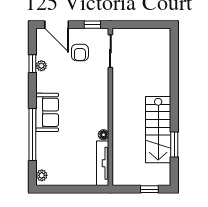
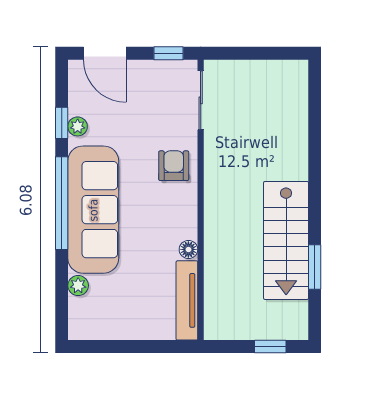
armchair: (80, 52) -> (174, 166), moved, turned 180
sofa: (47, 112) -> (93, 210), width x1.85, depth x1.27
window: (32, 135) -> (62, 203), moved
plant: (42, 175) -> (78, 286), moved

